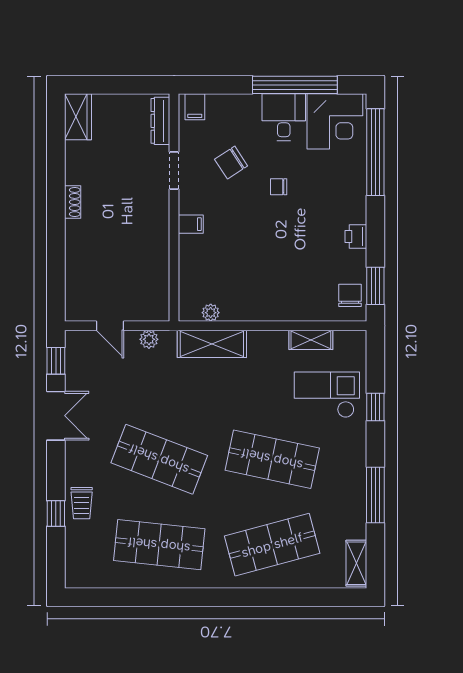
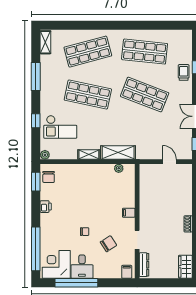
plant: (149, 339) -> (45, 155), moved
shelving: (311, 340) -> (89, 155), moved

